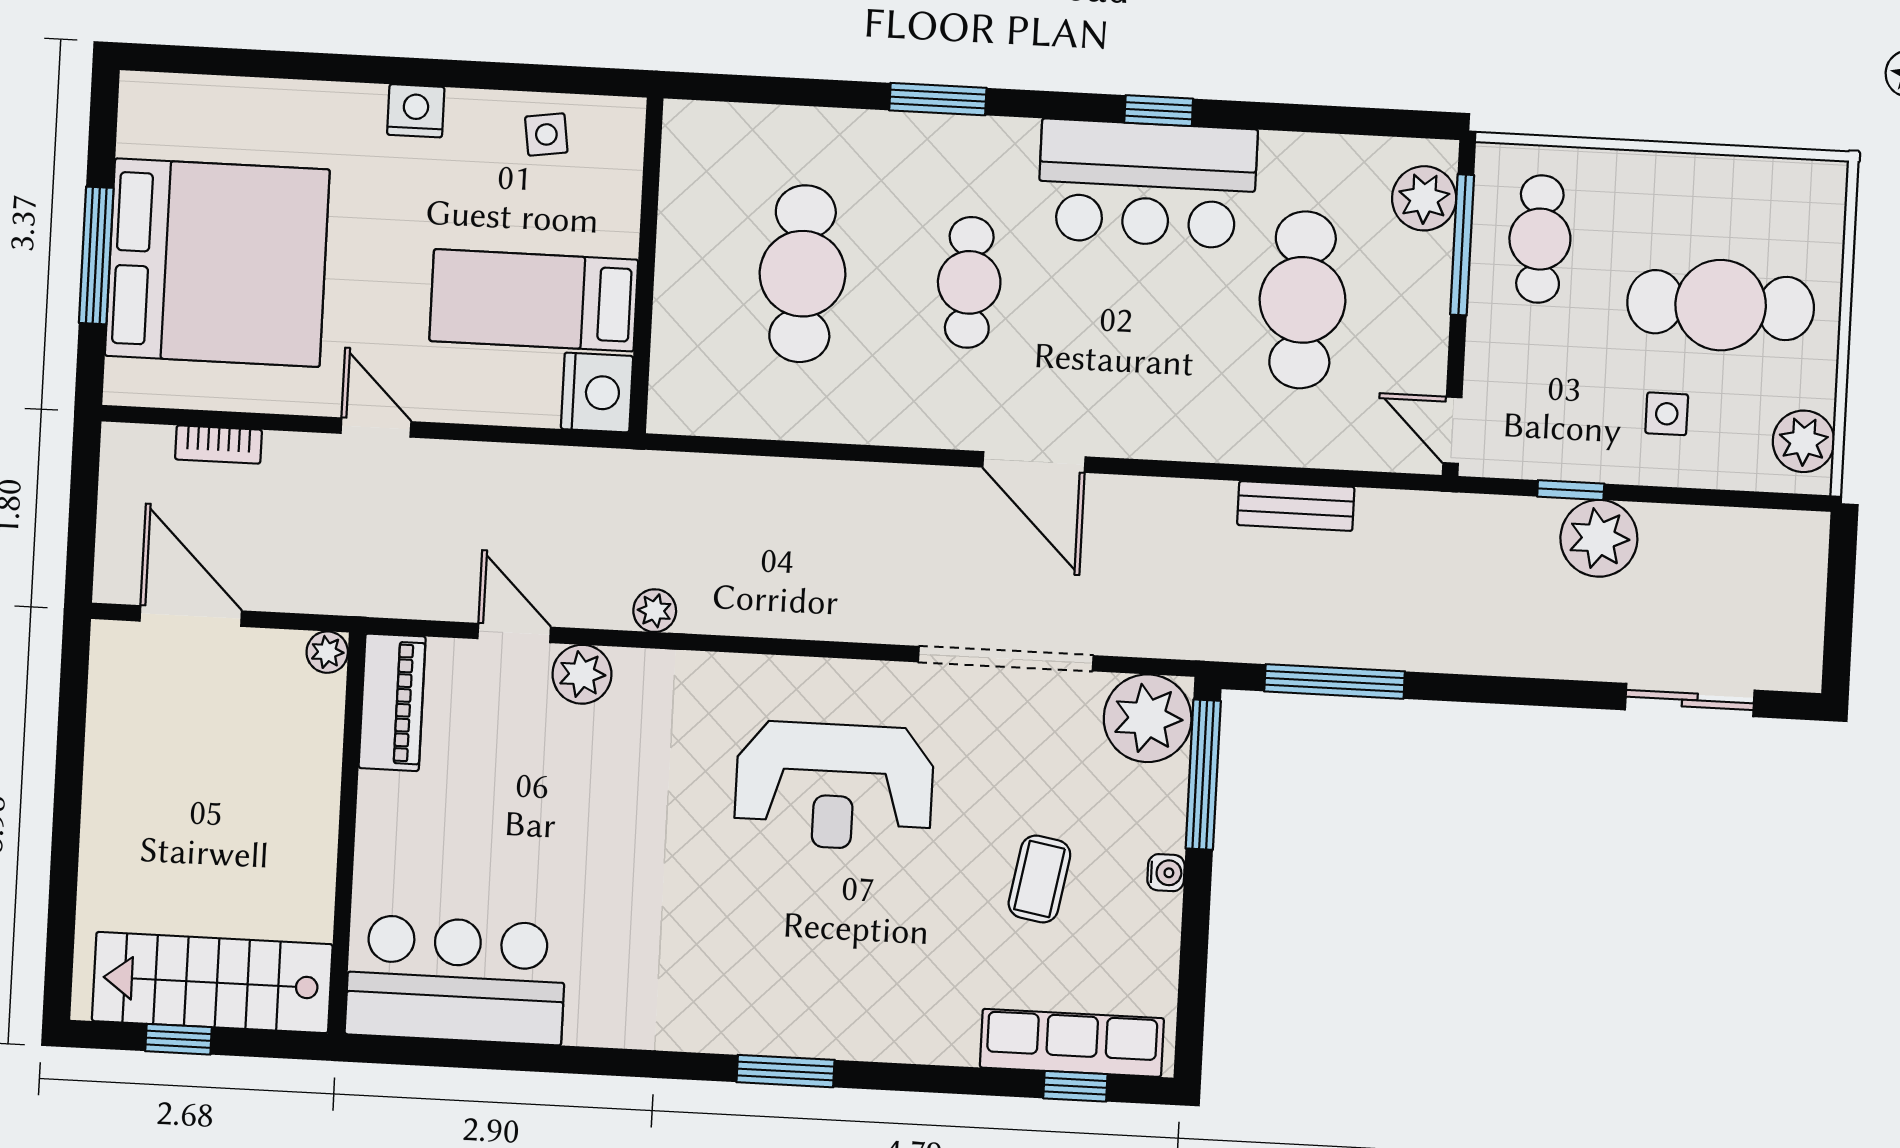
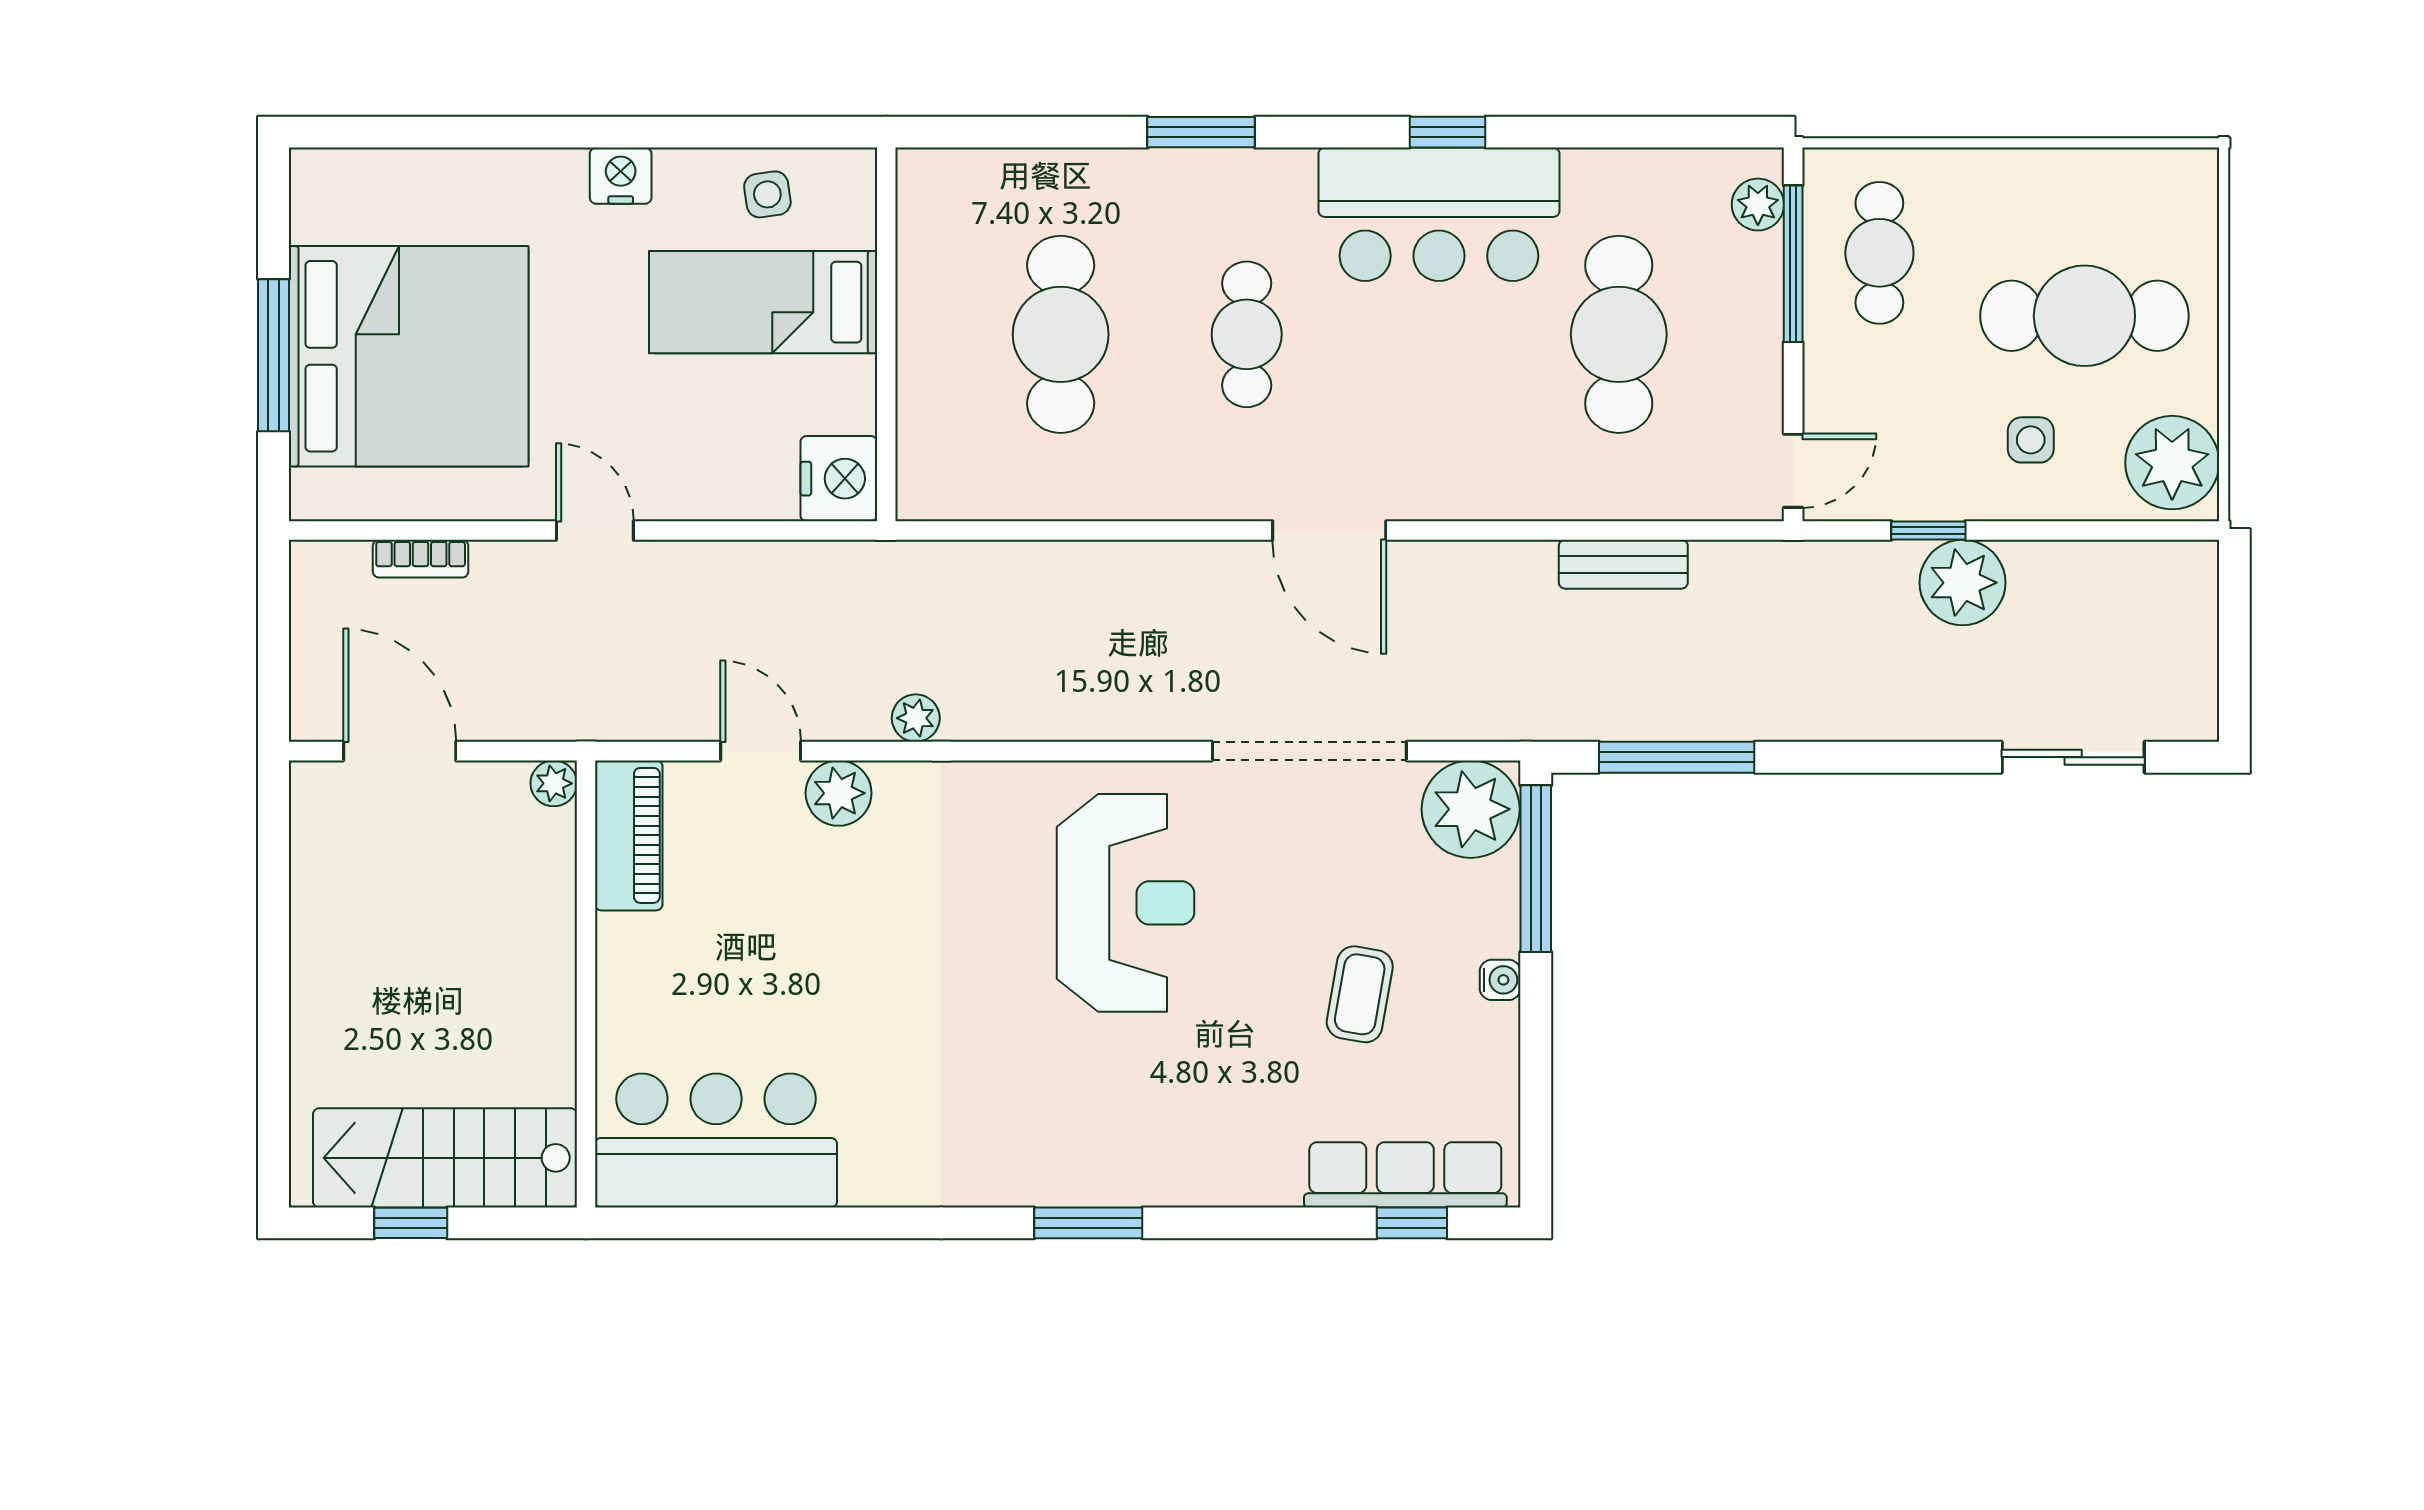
plant: (1424, 198) -> (1758, 205), width x0.73, depth x0.73
bed: (534, 300) -> (763, 302), moved
door: (1452, 430) -> (1793, 471), swing flipped
plant: (1804, 441) -> (2172, 463), width x1.36, depth x1.36
reception desk: (834, 786) -> (1126, 903), turned -90

